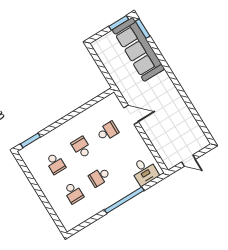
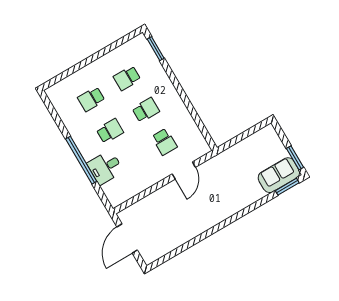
sofa: (138, 49) -> (279, 175), width x0.54, depth x0.79
door: (188, 161) -> (127, 239), width x1.88
desk: (144, 171) -> (105, 167), moved
school desk: (100, 177) -> (110, 131), turned 90

